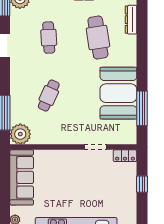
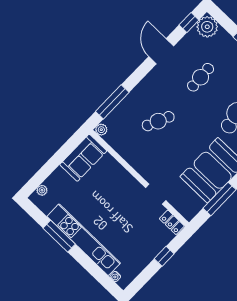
plant: (20, 134) -> (101, 130), width x0.53, depth x0.53
sofa: (22, 177) -> (83, 158), width x0.73

